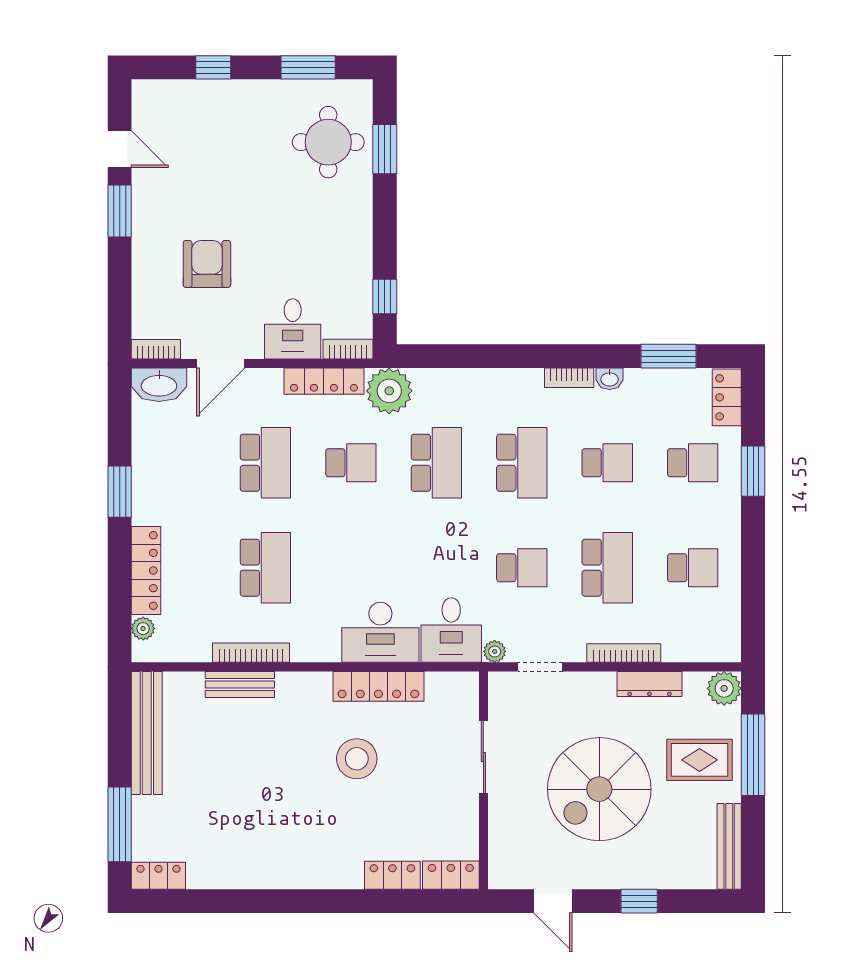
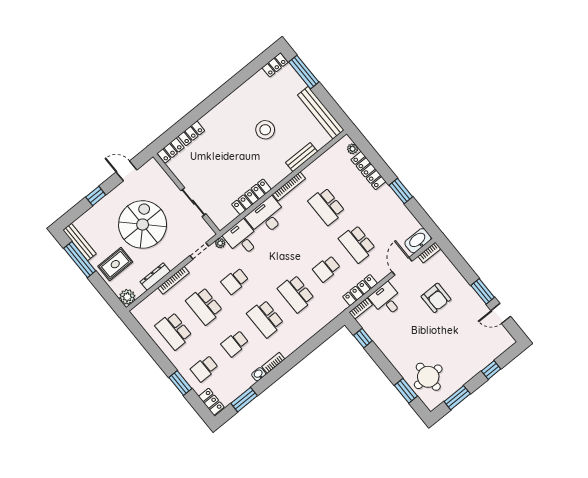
plant: (389, 391) -> (334, 306), removed
school desk: (693, 568) -> (174, 331), width x1.85
bookcase: (251, 653) -> (289, 186), moved
window: (753, 755) -> (80, 260), moved
stool: (357, 759) -> (265, 130), moved

